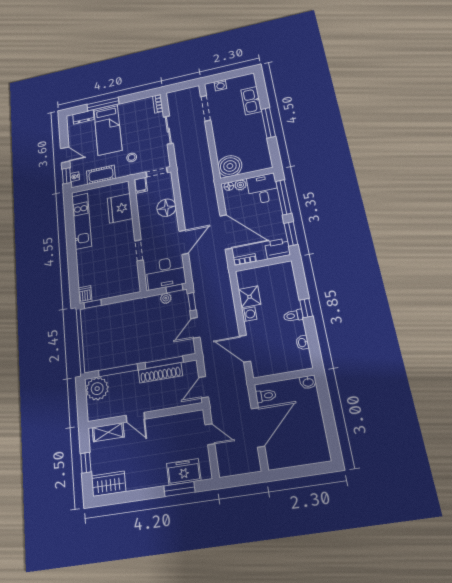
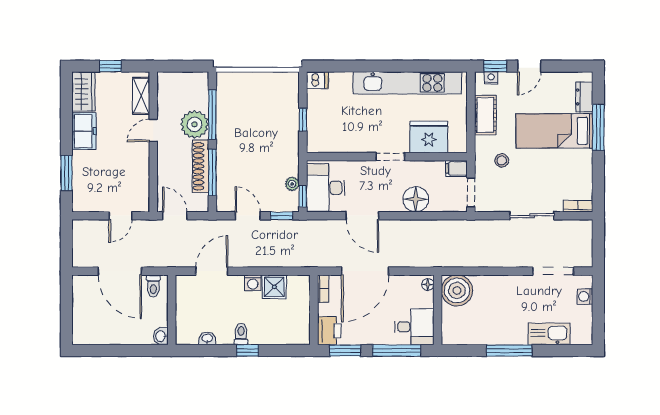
plant: (240, 185) -> (426, 300), removed
kitchen unit: (82, 221) -> (407, 83), width x1.36
doorway: (139, 250) -> (390, 157), moved
window: (93, 304) -> (303, 120), moved
plant: (97, 389) -> (195, 124), moved
freezer: (184, 472) -> (84, 131), moved

